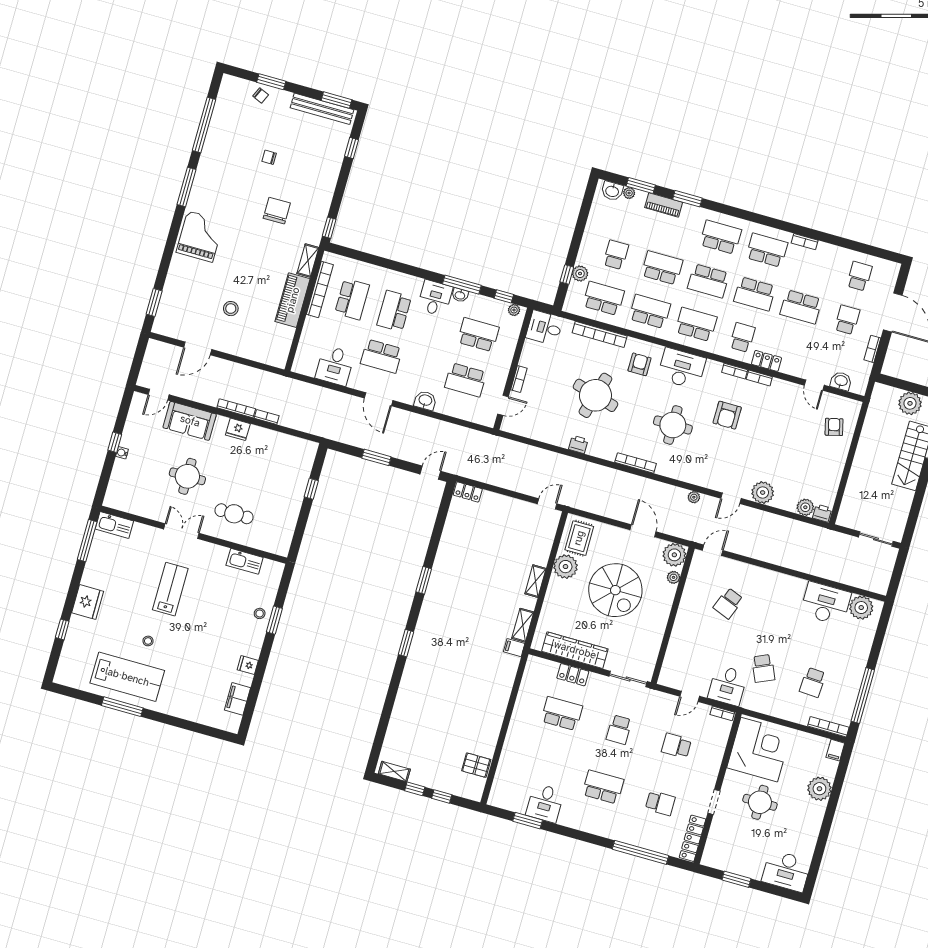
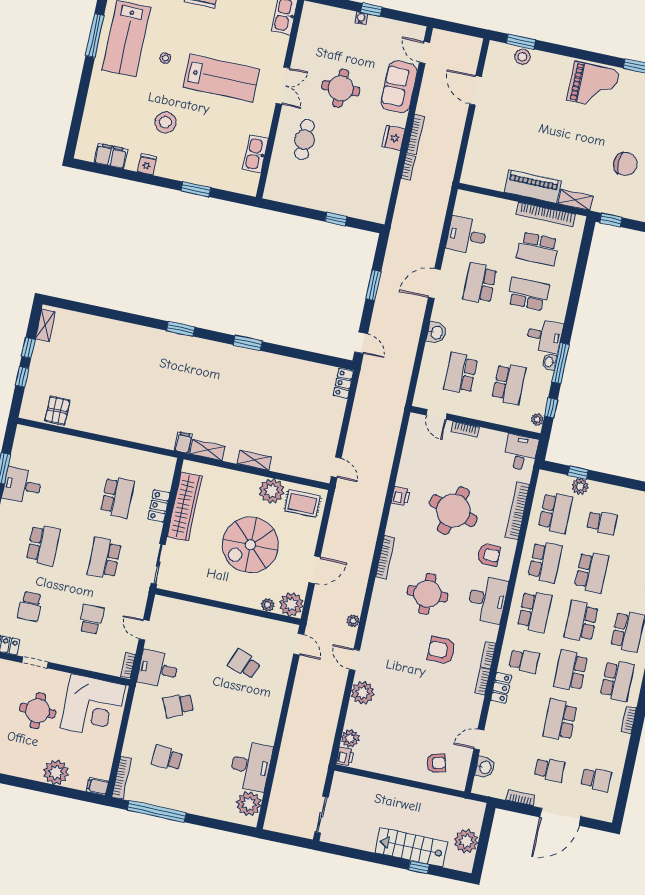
stool: (231, 309) -> (522, 57), moved
lab bench: (170, 589) -> (221, 78), width x1.36, depth x1.39
stool: (260, 613) -> (166, 122), moved, width x1.89, depth x1.89
school desk: (619, 730) -> (104, 558), width x1.85

